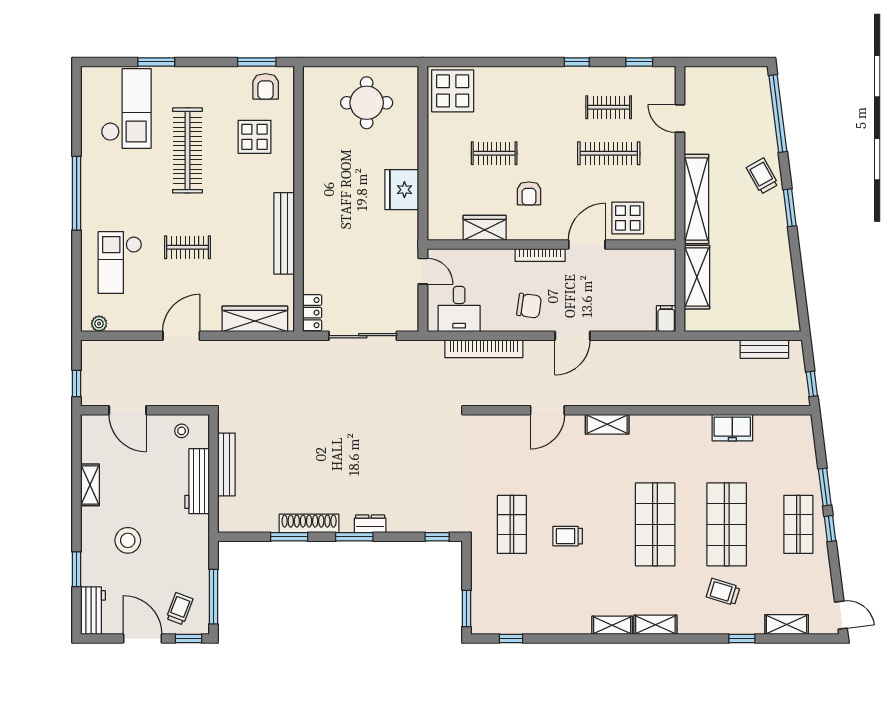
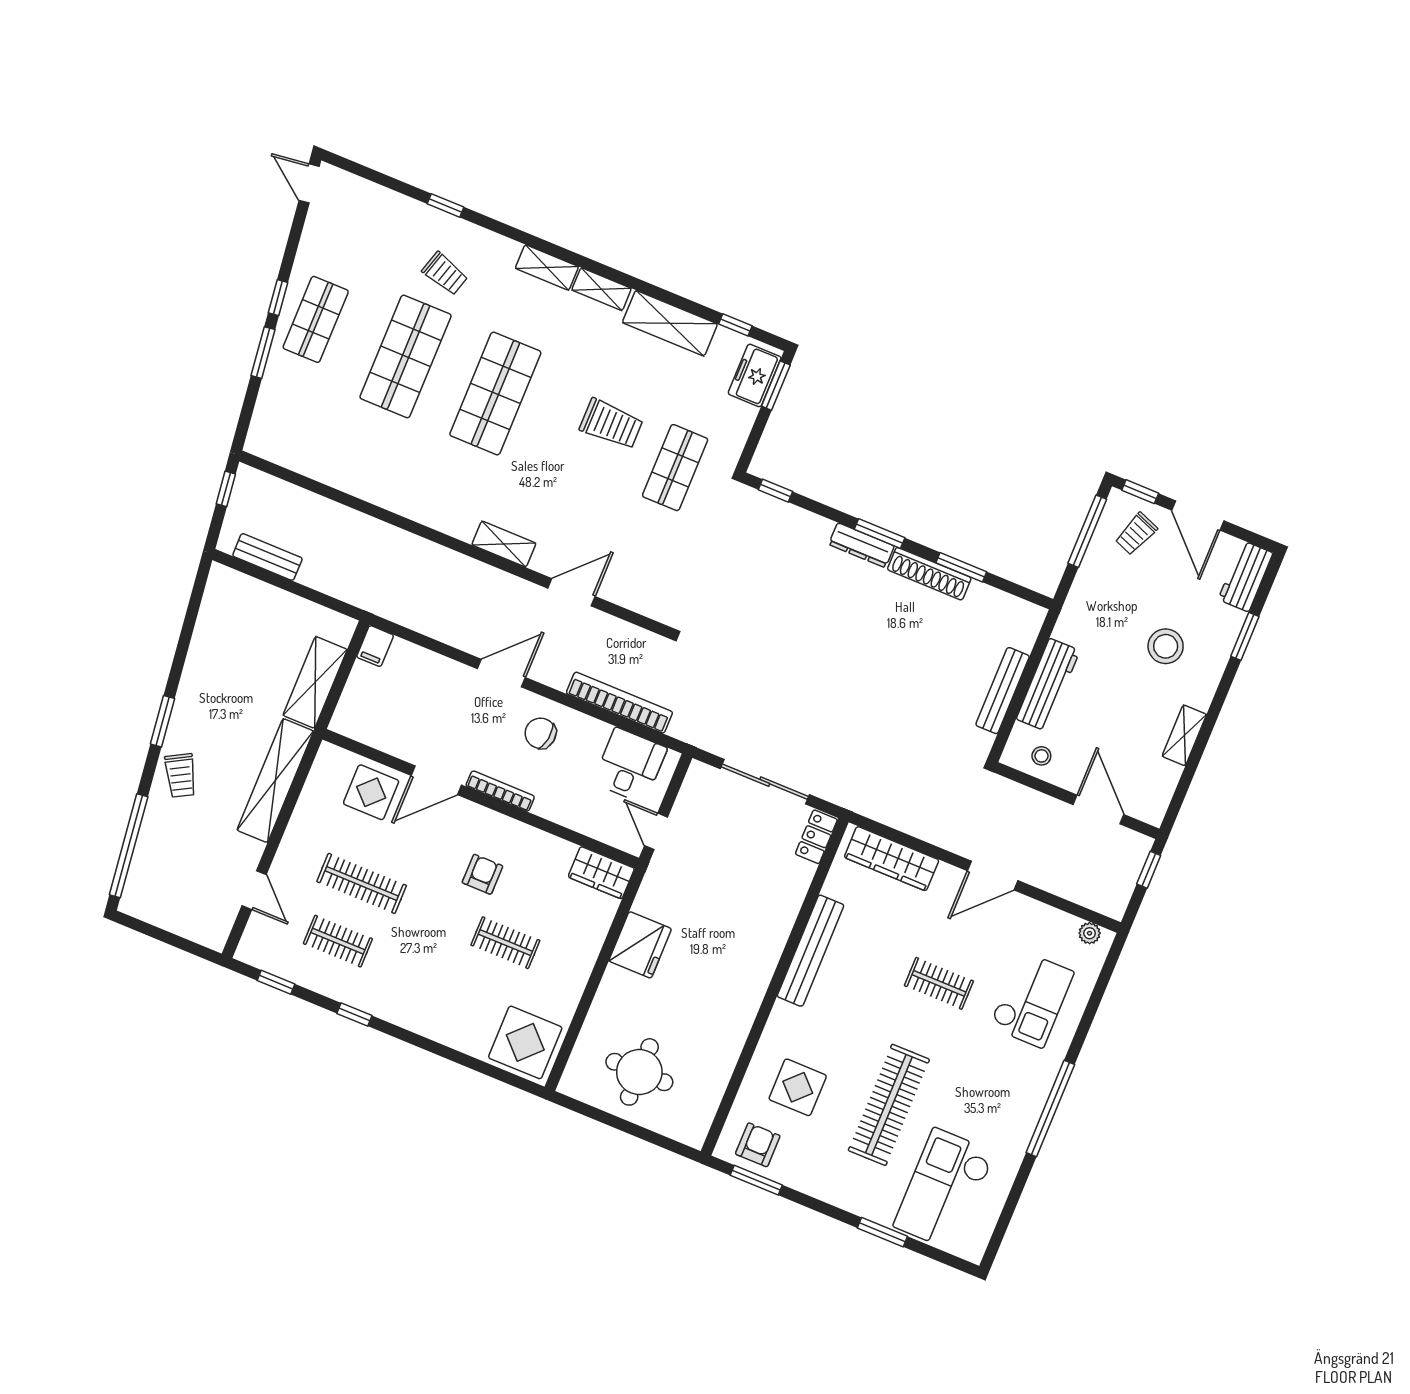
wardrobe: (485, 228) -> (601, 873), moved
freezer: (732, 428) -> (755, 375), moved, turned -90
dresser: (370, 524) -> (861, 545), width x1.44
trolley: (568, 536) -> (611, 424), width x1.36, depth x1.39
shelving: (787, 624) -> (670, 323), moved, width x1.50, depth x1.33

